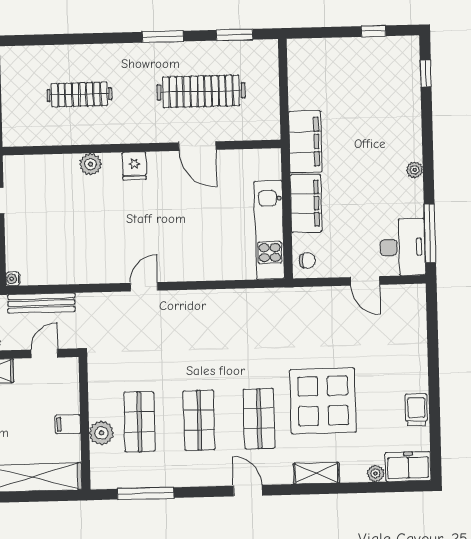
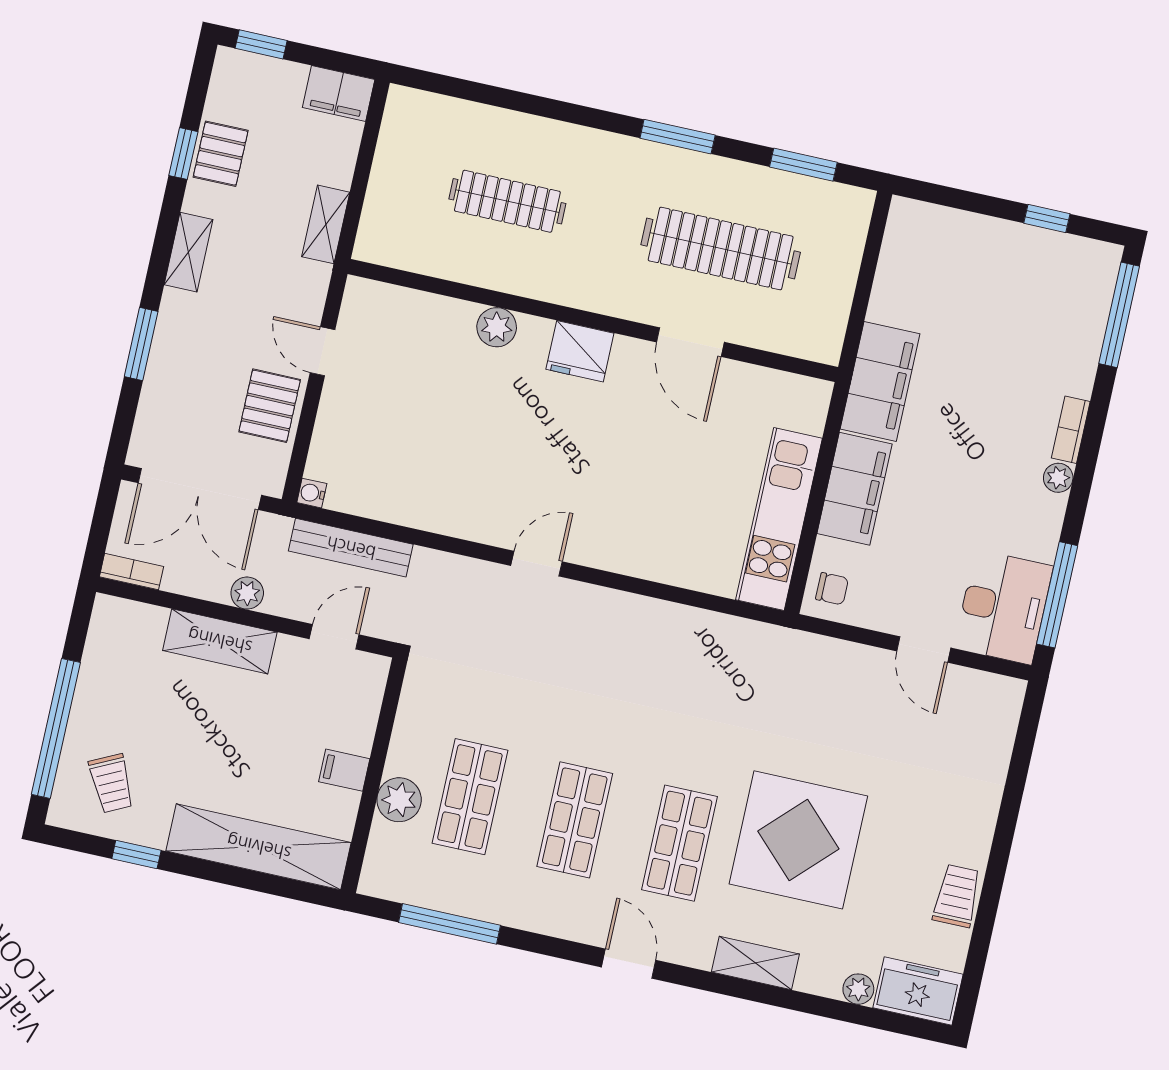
window: (426, 73) -> (1119, 315), width x2.17
bookcase: (415, 142) -> (1071, 430), added
fridge: (134, 166) -> (580, 351), width x1.38

